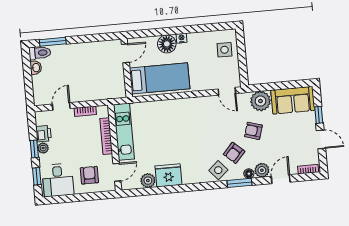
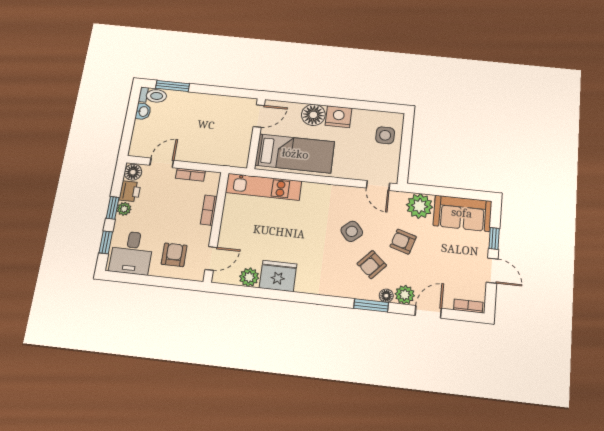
nightstand: (182, 38) -> (339, 117), width x1.89, depth x1.79
floor lamp: (42, 118) -> (133, 172), added
kitchen unit: (124, 132) -> (264, 187), moved, turned 90
bookcase: (106, 136) -> (209, 210), width x0.64
side table: (218, 170) -> (352, 231), moved

